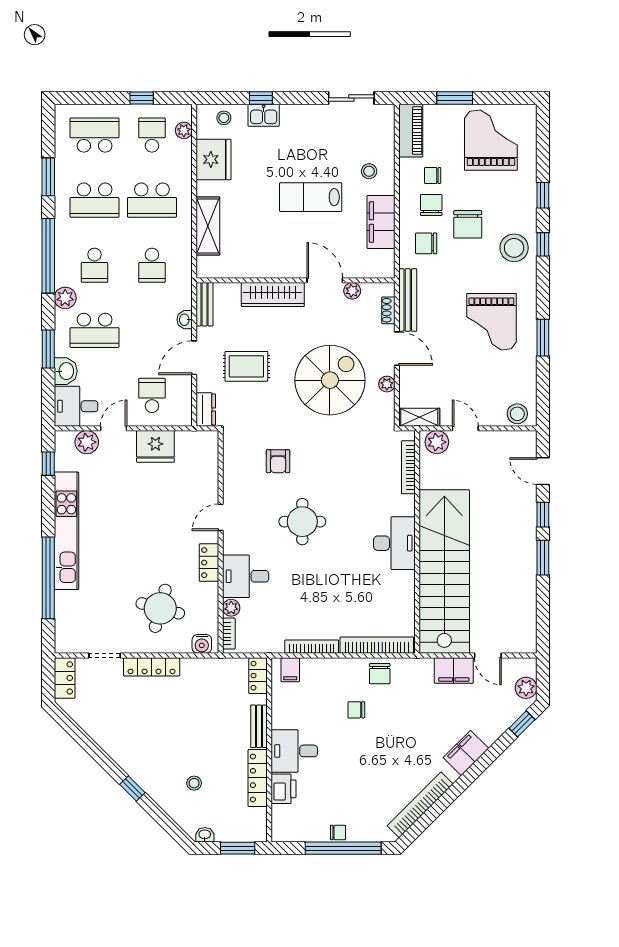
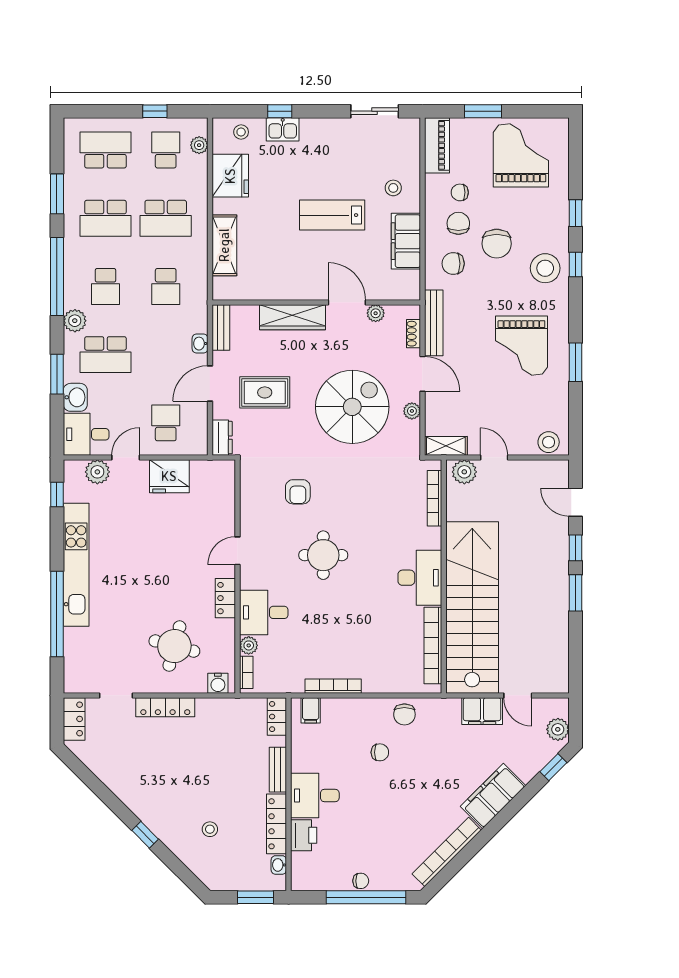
bookcase: (377, 645) -> (433, 646), moved, turned -90
chair: (356, 710) -> (380, 752), turned 180
filing cabinet: (466, 753) -> (493, 796), width x1.50, depth x1.17
washbasin: (205, 835) -> (279, 865), moved, turned -90

